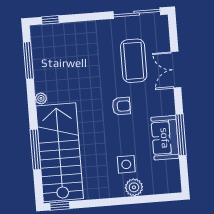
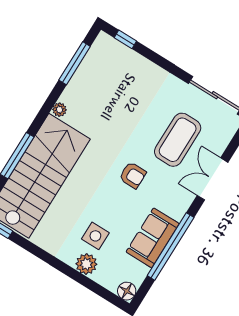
window: (181, 135) -> (171, 247), width x1.46
floor lamp: (174, 186) -> (127, 291), added

